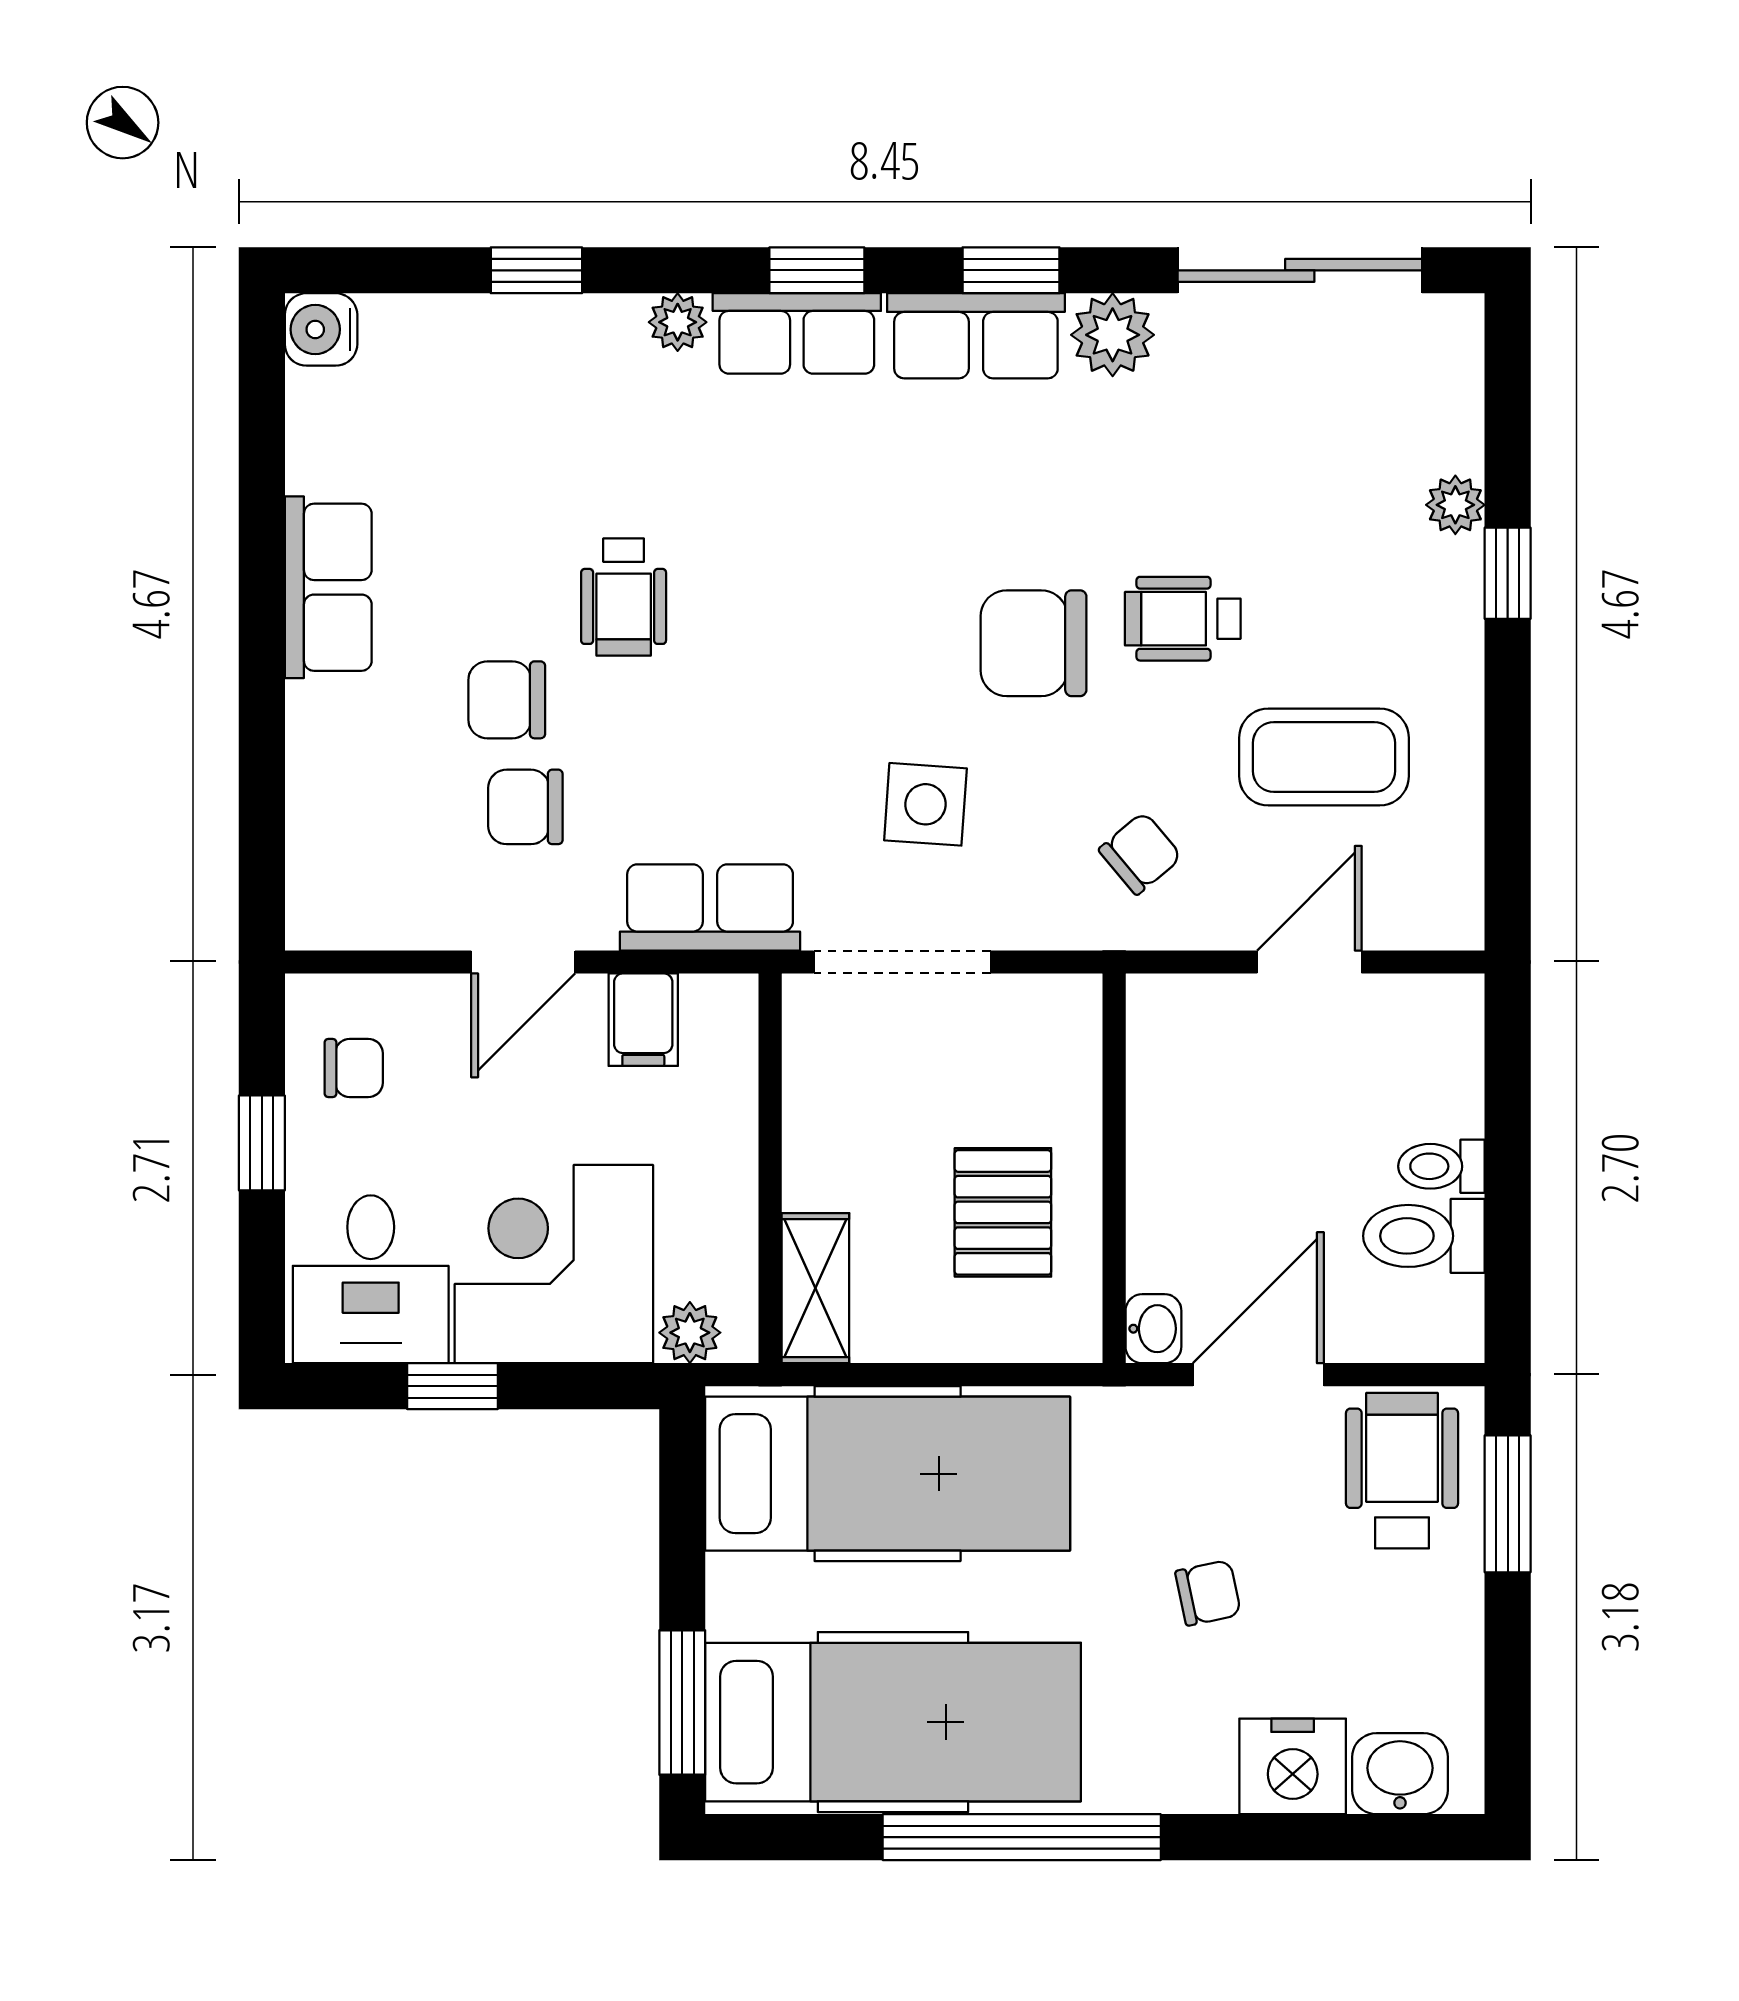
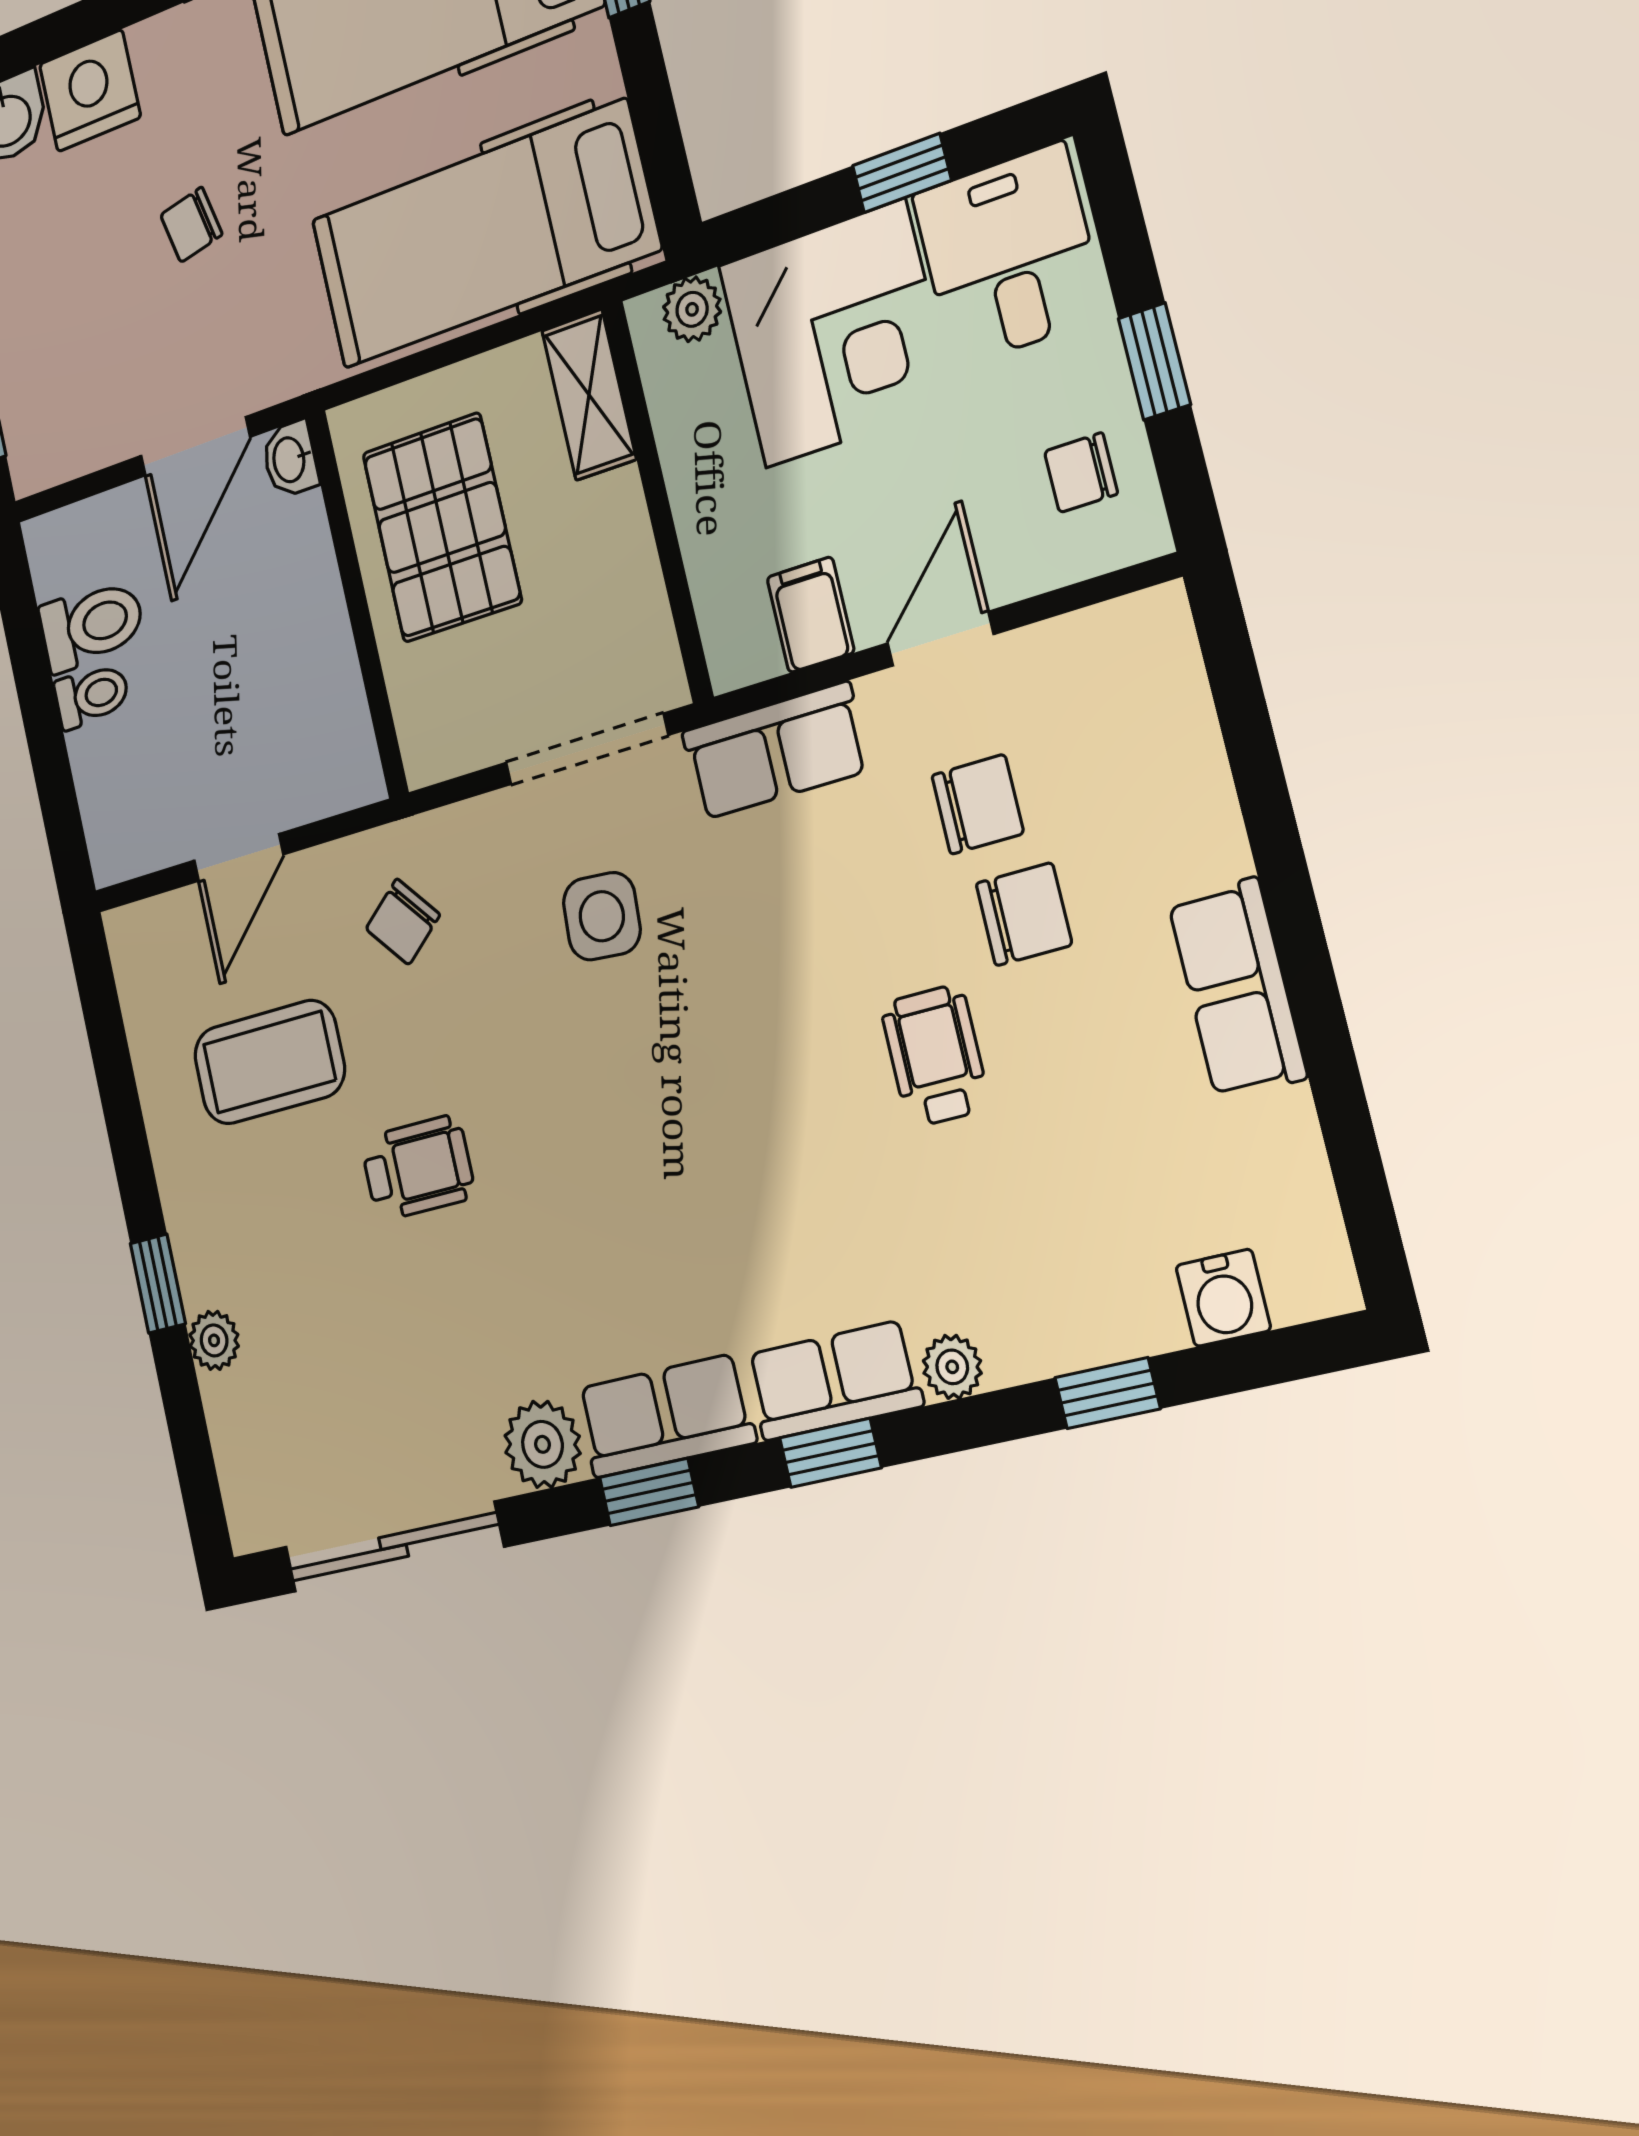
water cooler: (321, 329) -> (1223, 1298), moved, turned 90
chair: (1033, 643) -> (542, 1108), removed
pallet: (1003, 1212) -> (442, 528), width x1.50, depth x1.42
wheelchair: (1402, 1471) -> (63, 399), removed

